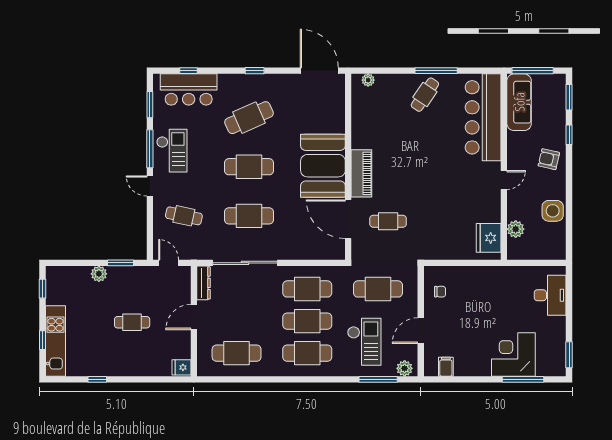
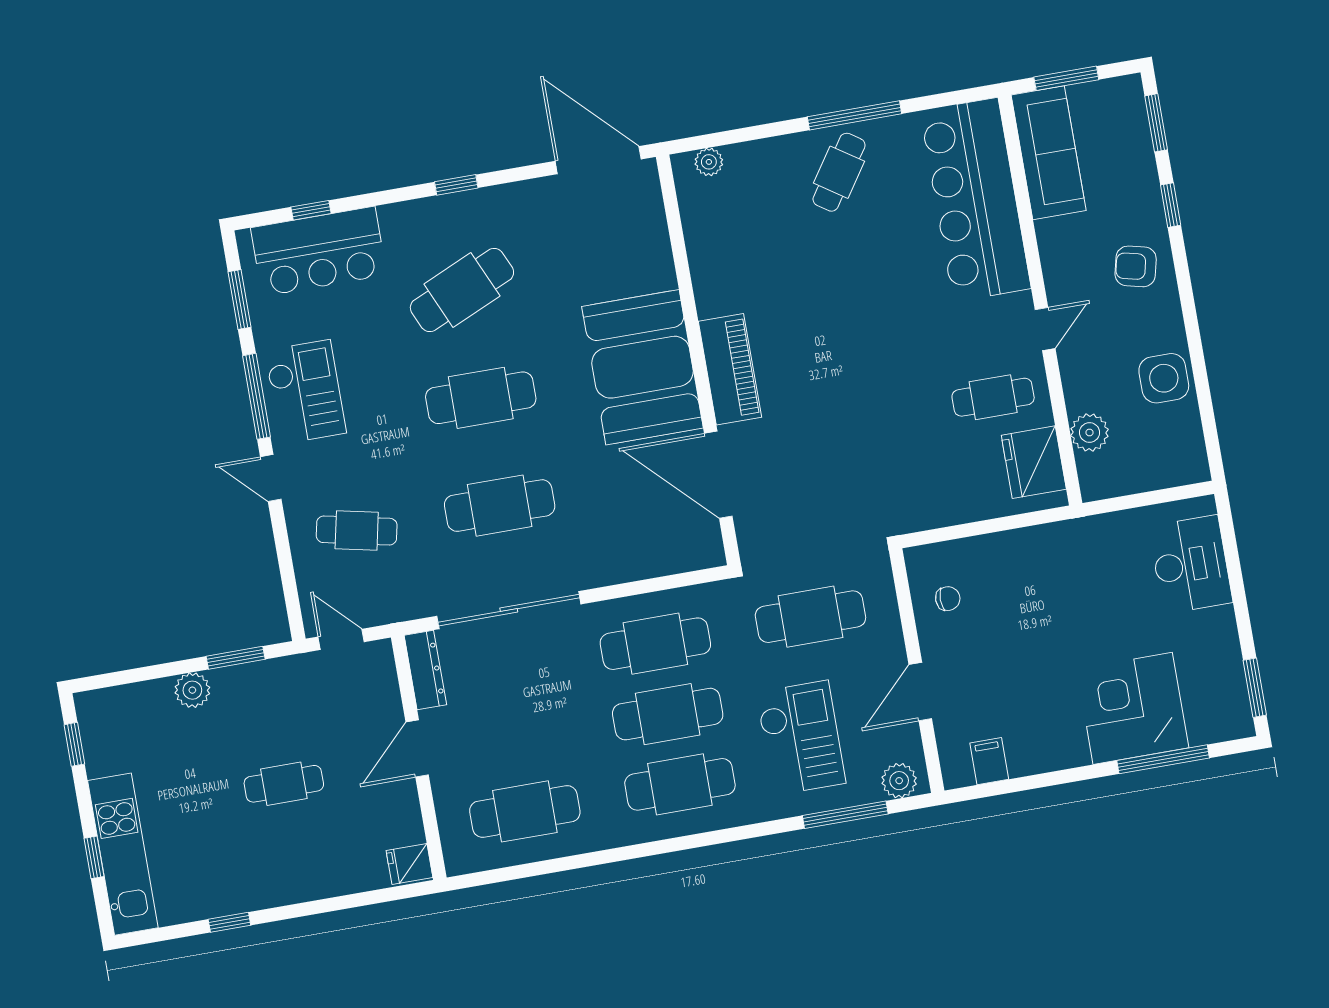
window: (533, 71) -> (1066, 78), width x0.69
cafe table: (388, 221) -> (993, 397), moved

